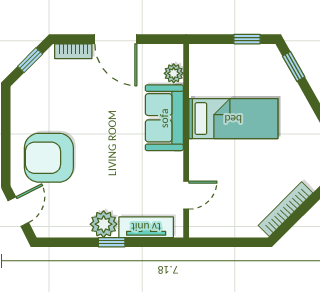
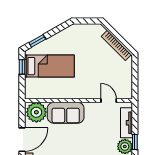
plant: (174, 73) -> (36, 112), width x1.87, depth x1.87
bed: (233, 119) -> (49, 66), moved, turned 90

